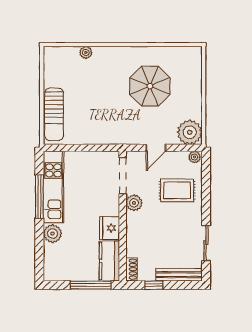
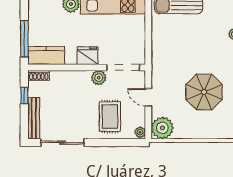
fridge: (110, 228) -> (88, 56), moved
sliding door: (206, 243) -> (62, 143), width x1.37

